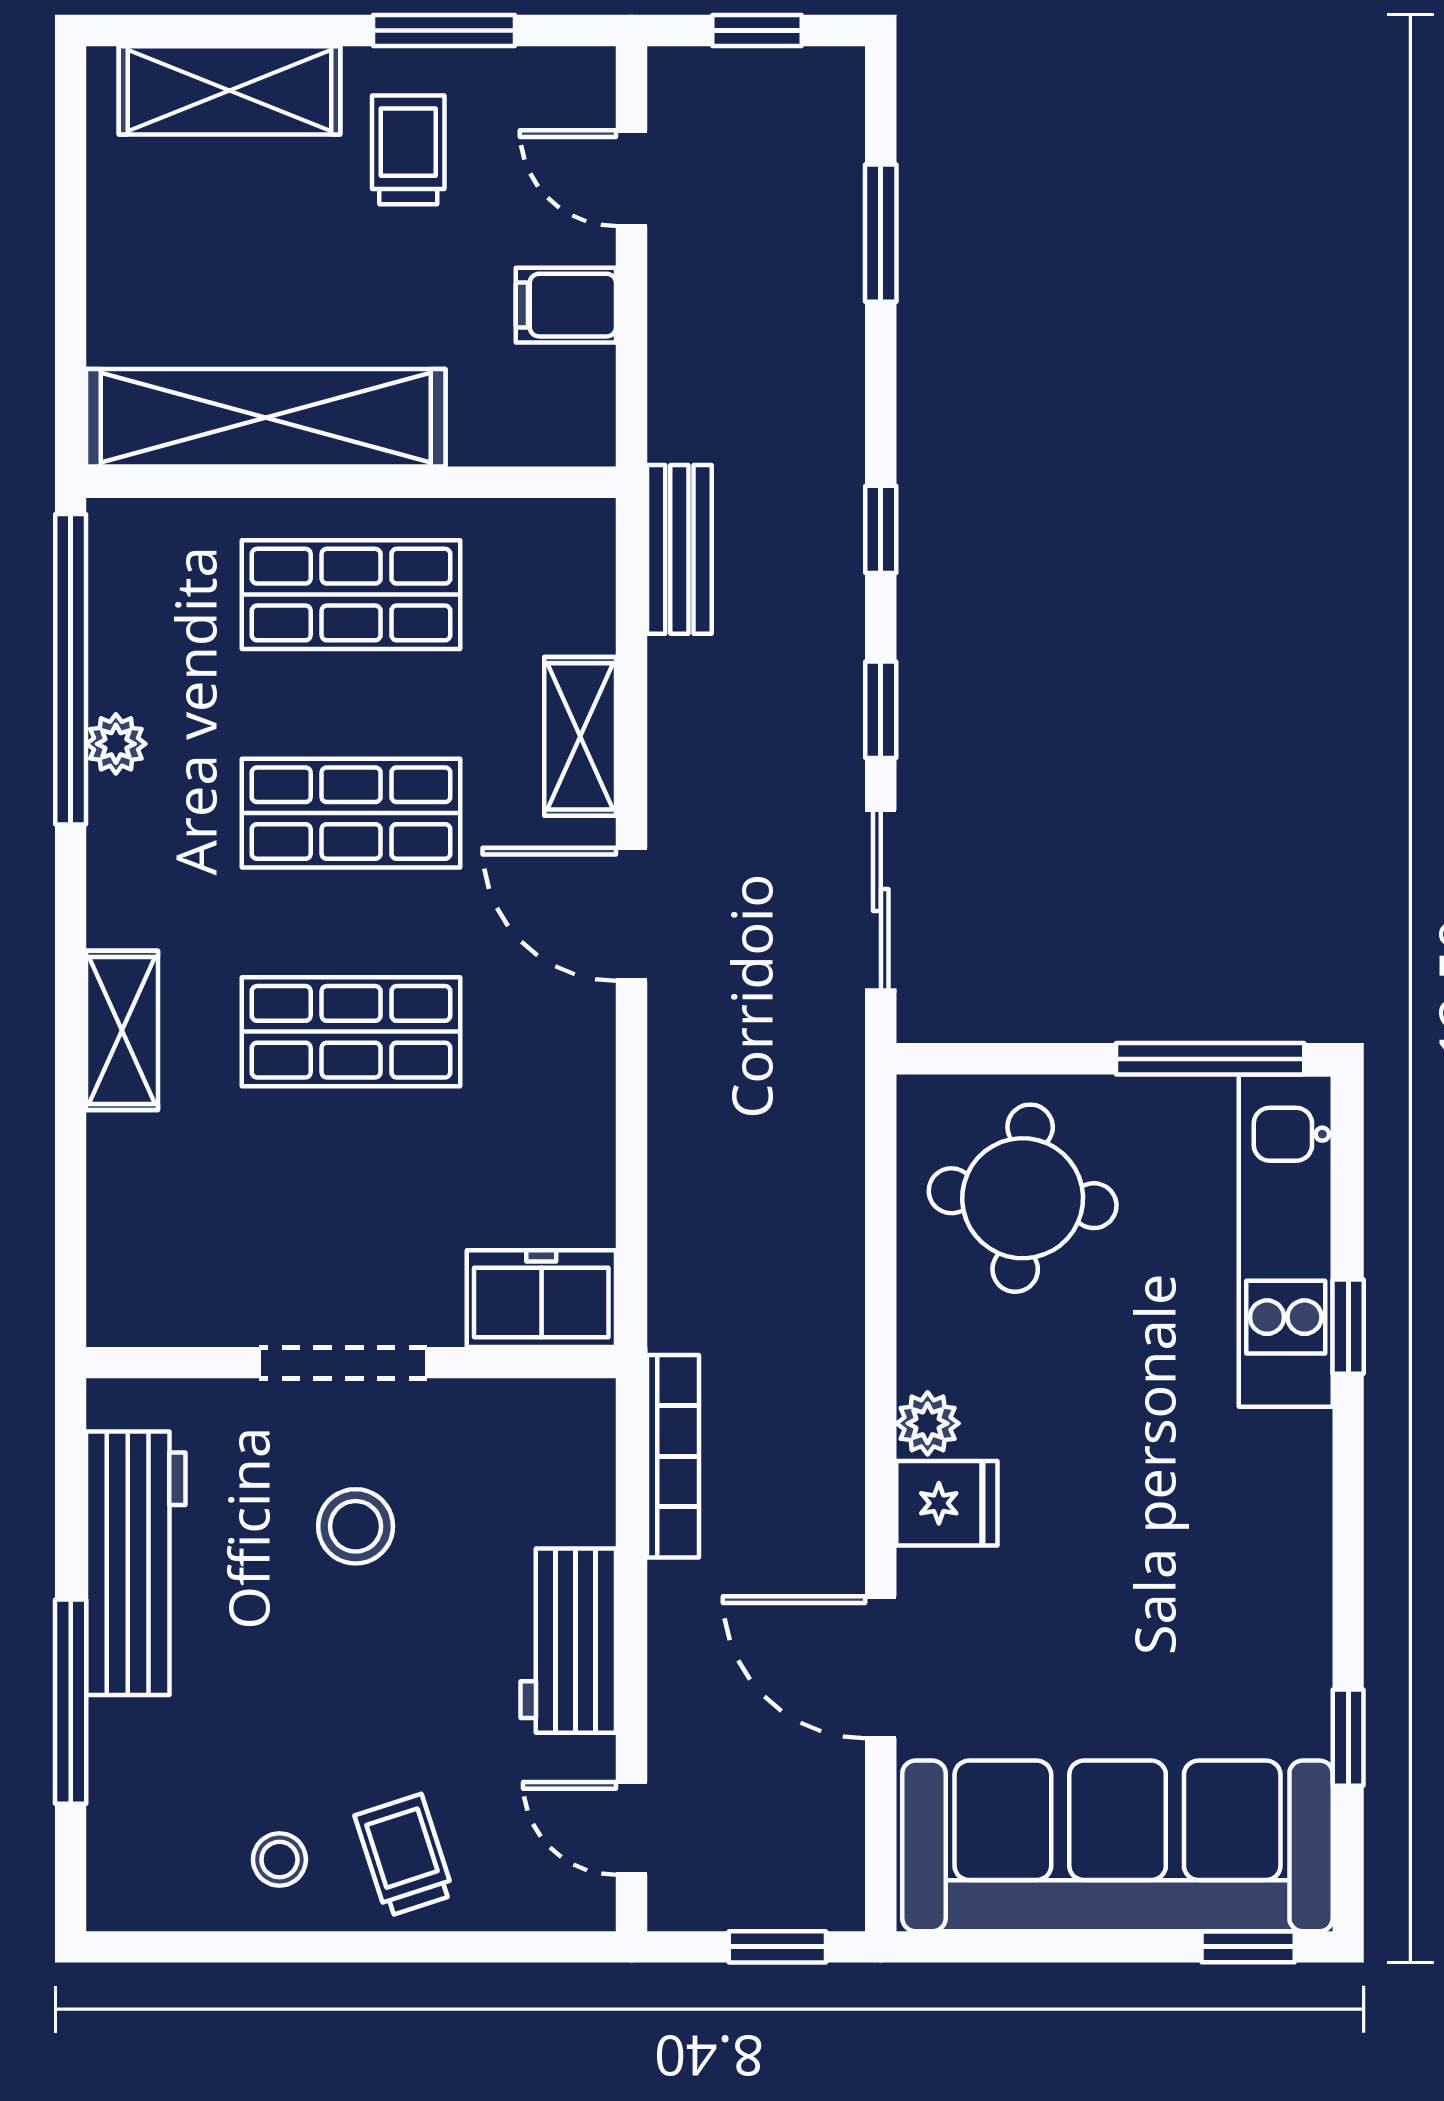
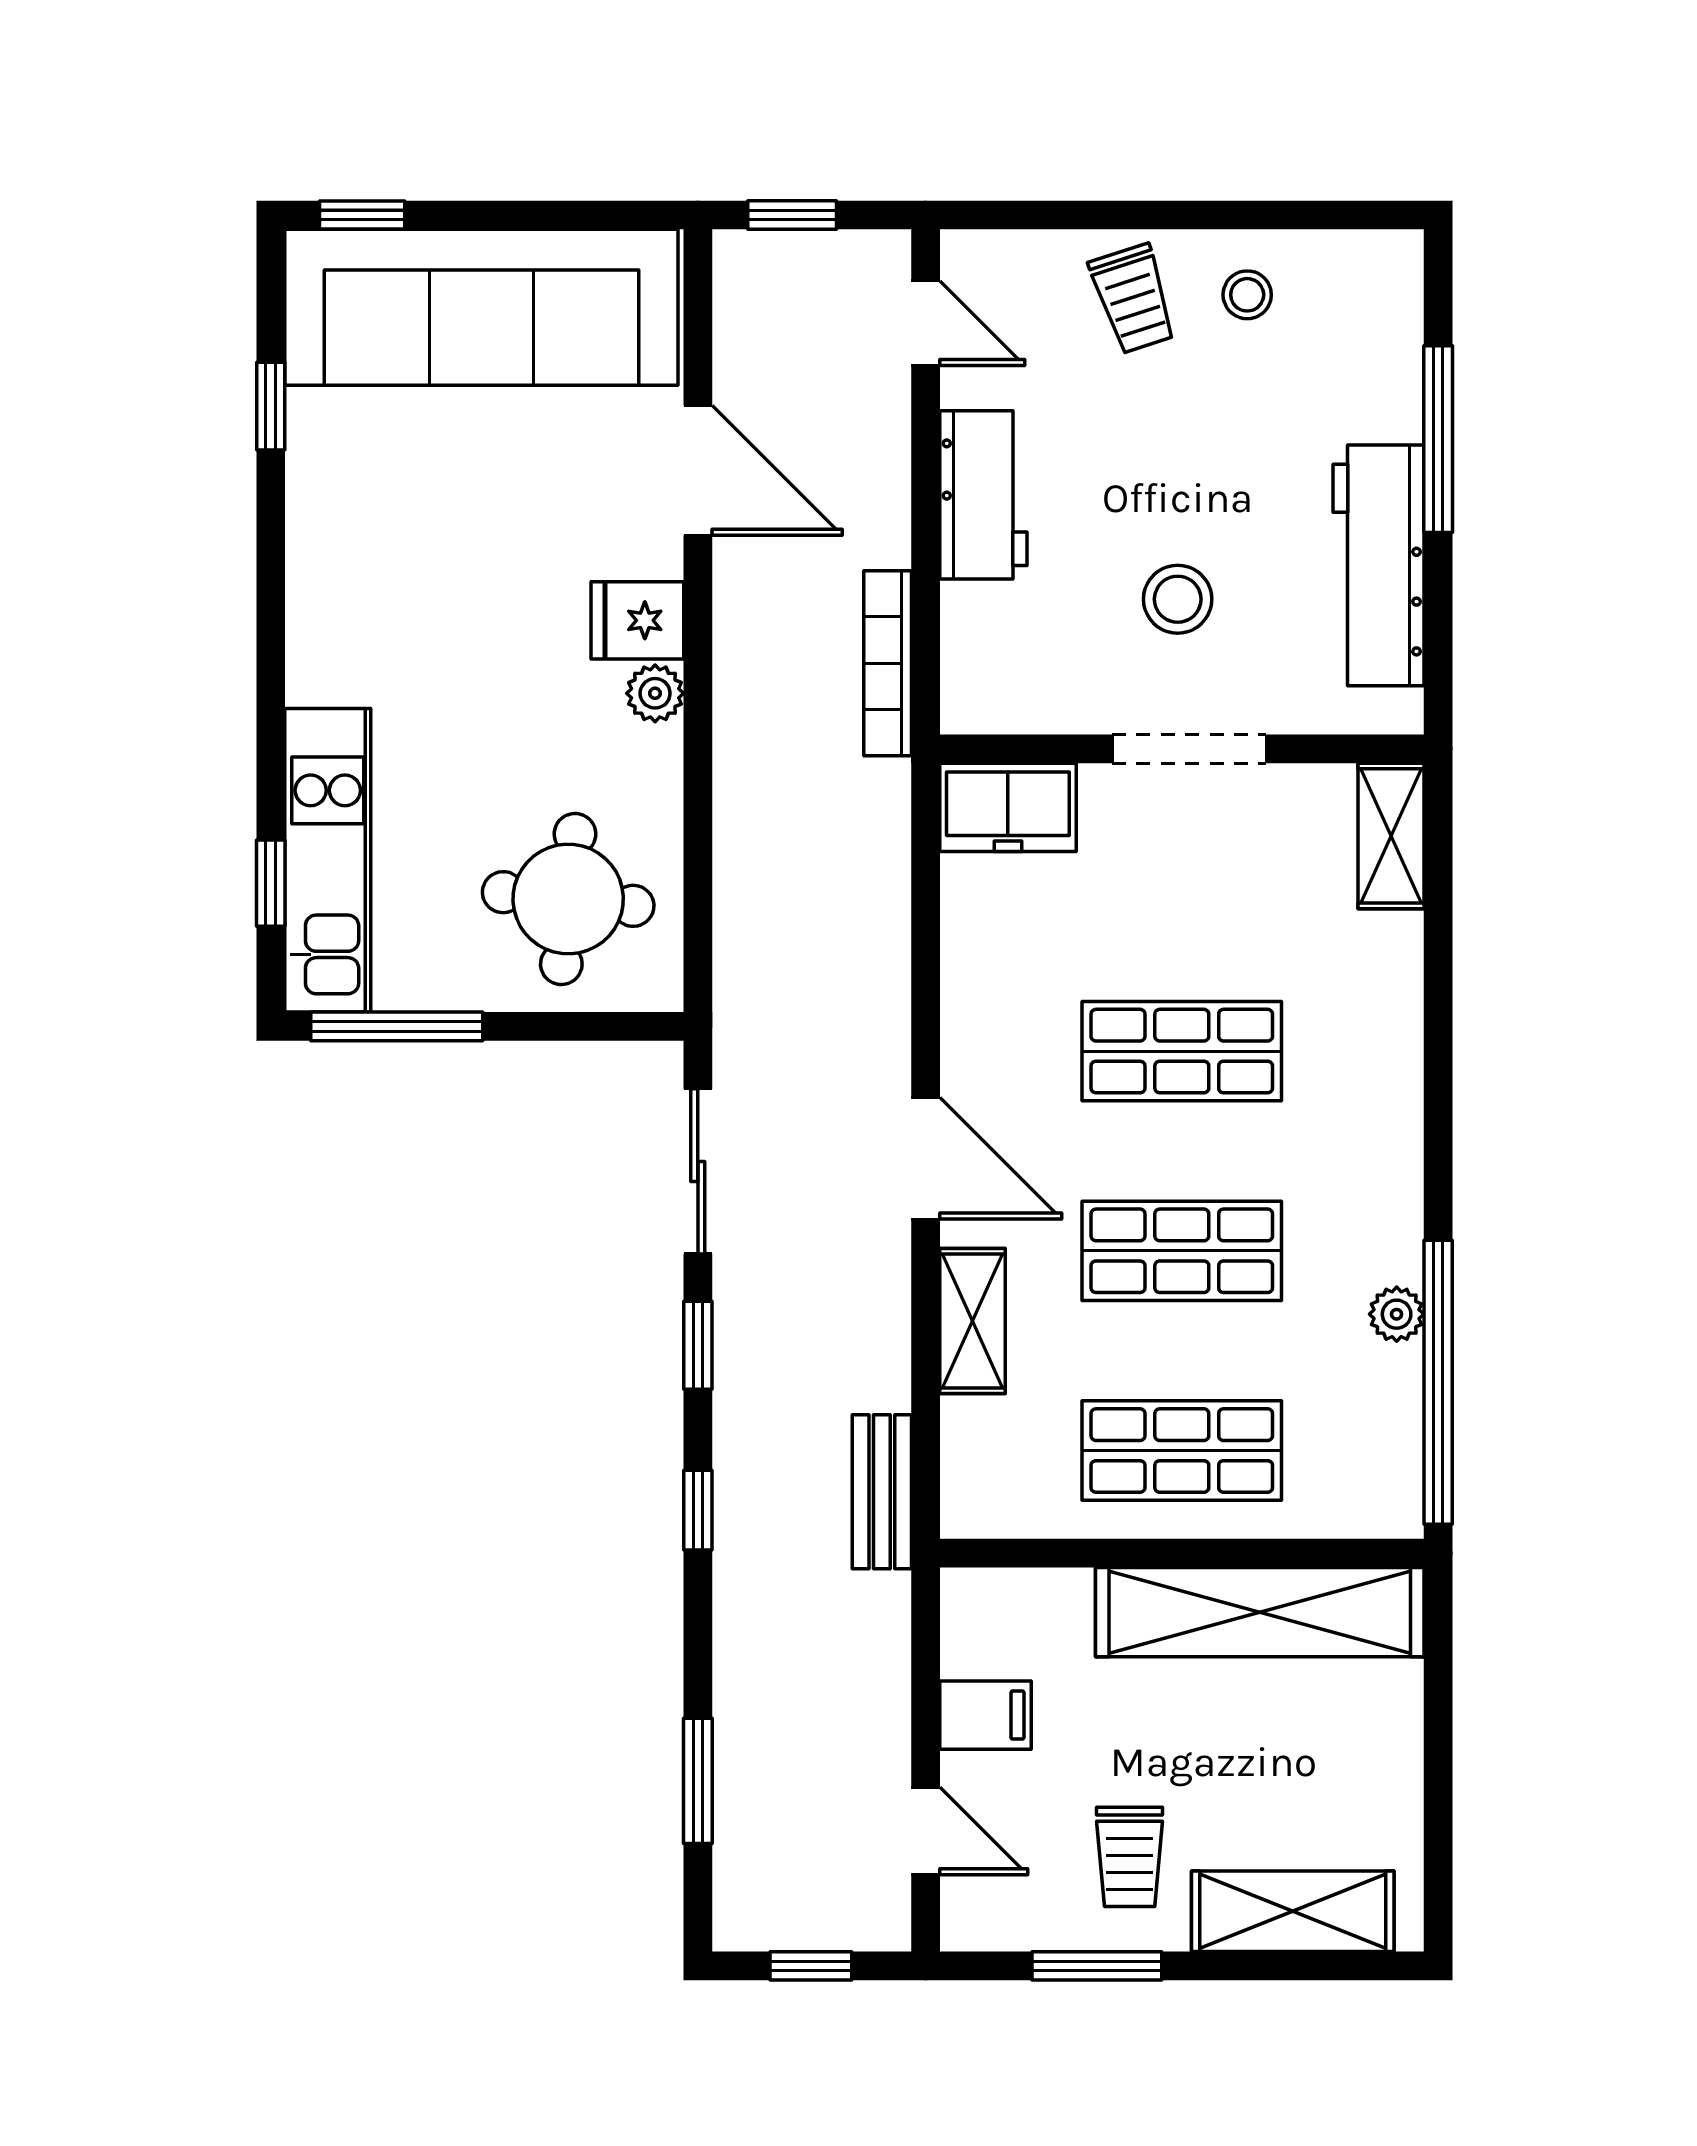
shelving: (122, 1030) -> (1391, 836), moved
window: (1348, 1327) -> (271, 883), moved

